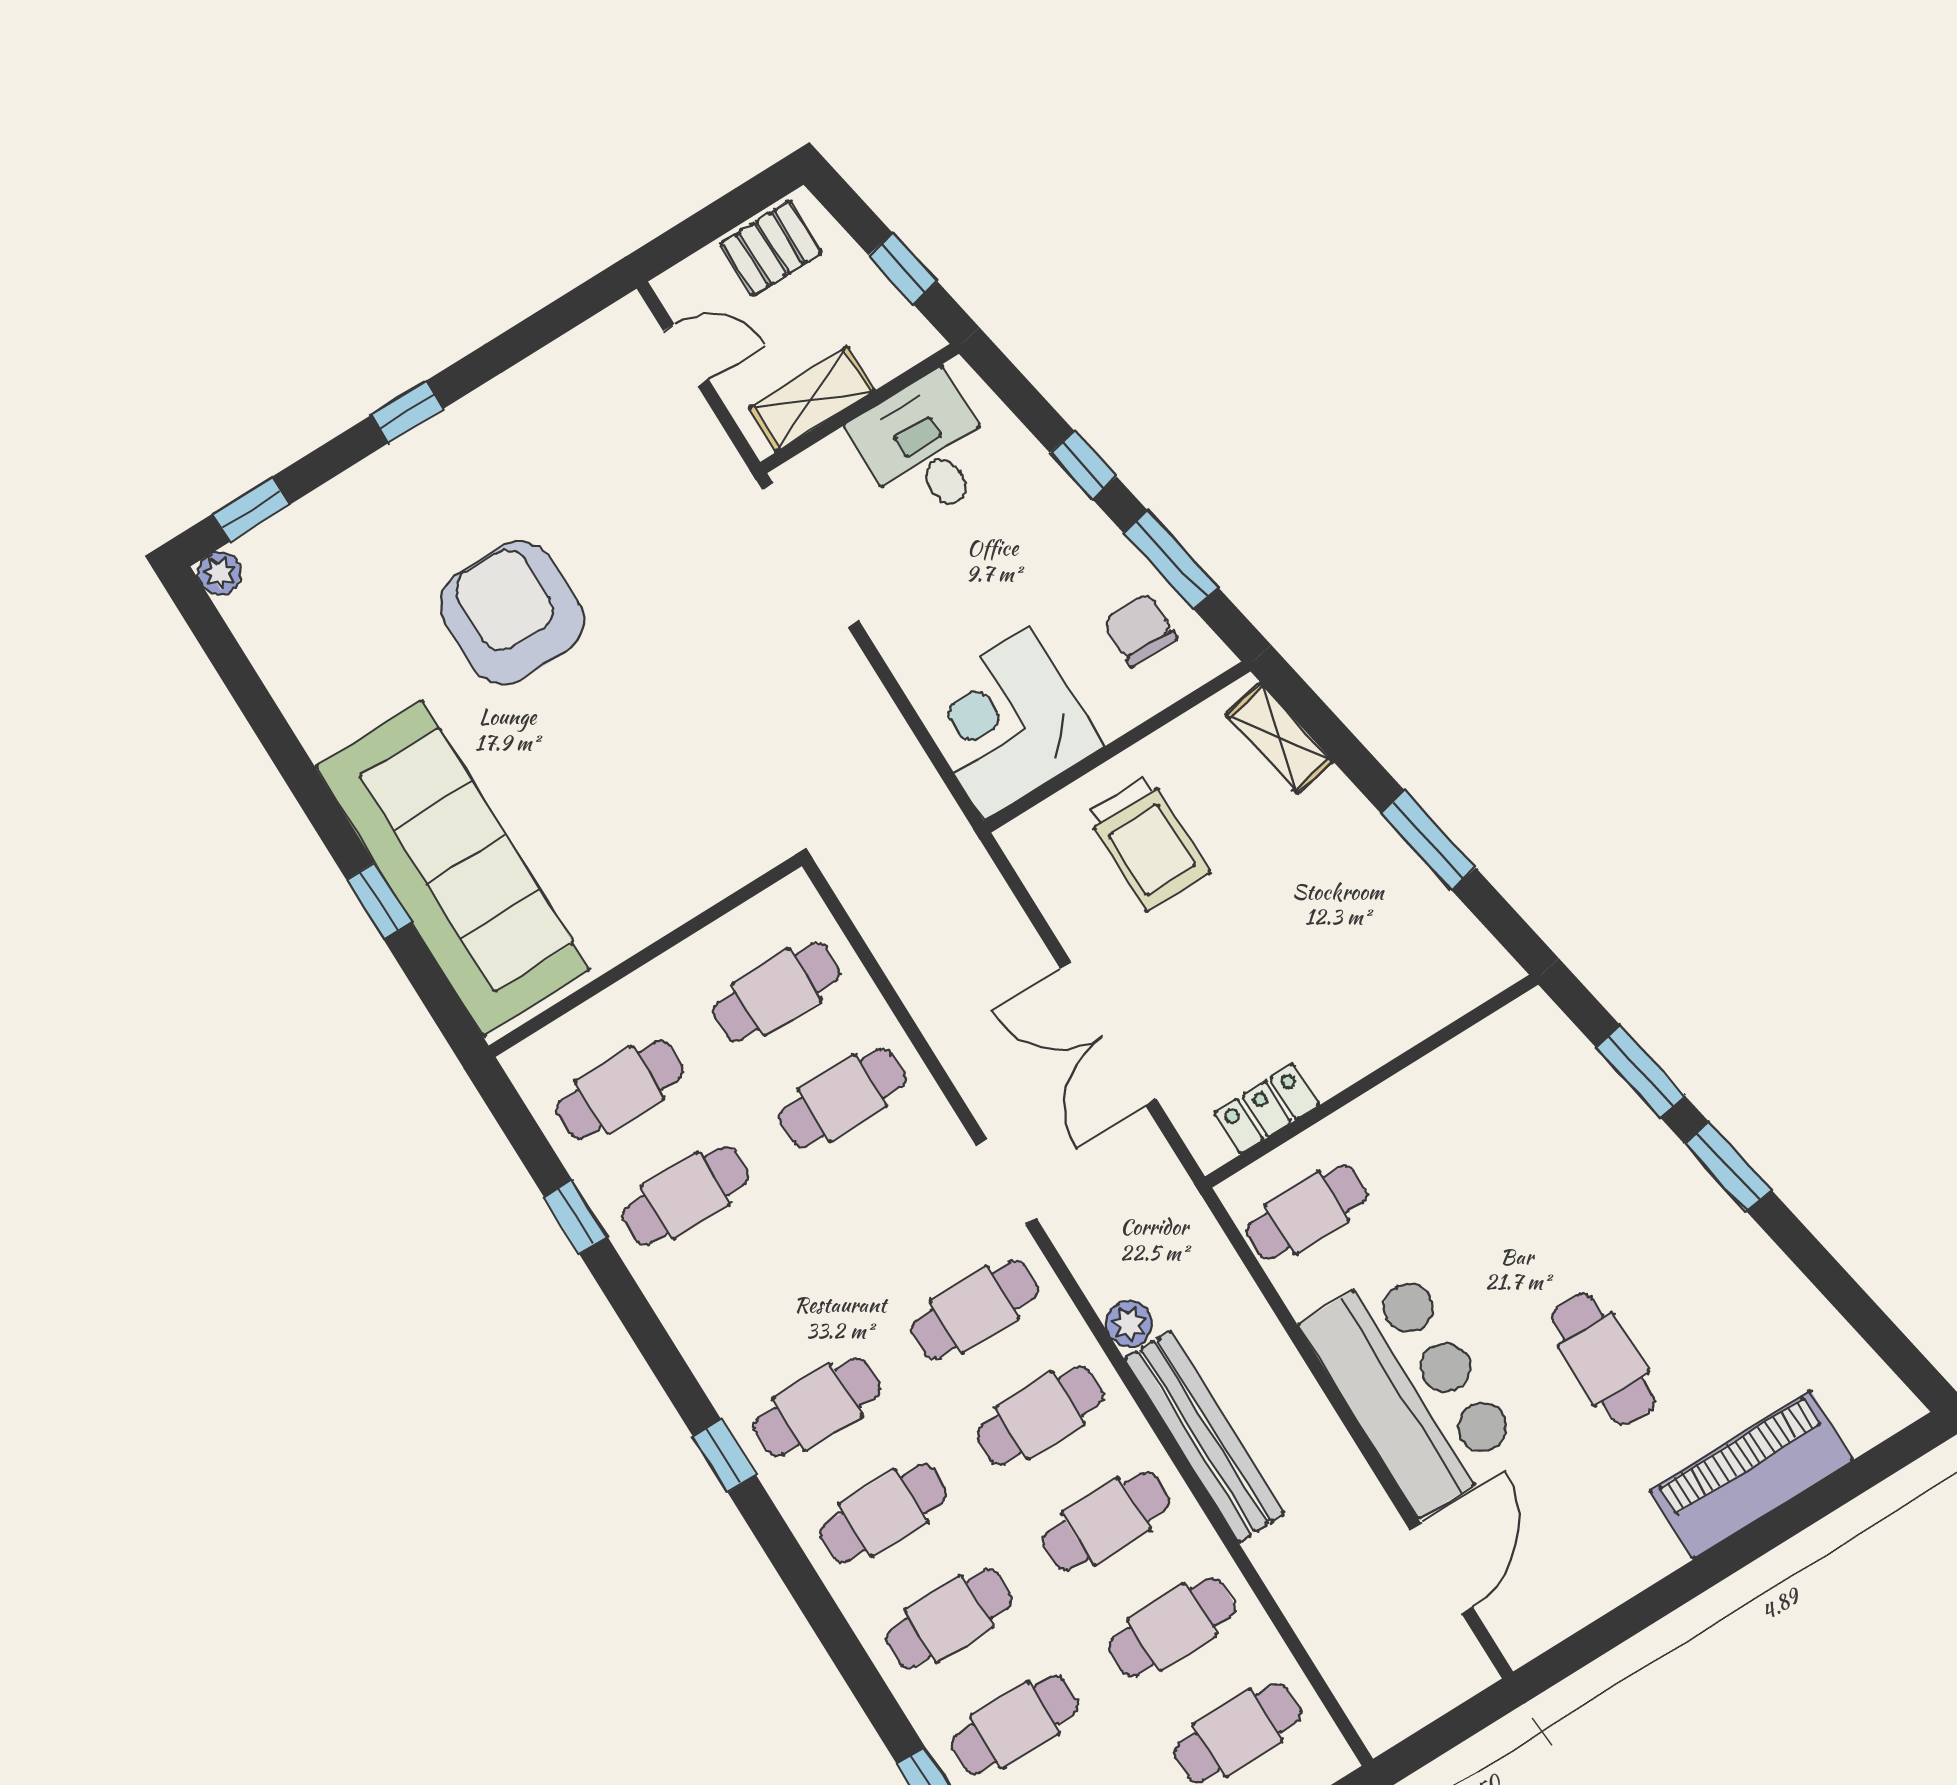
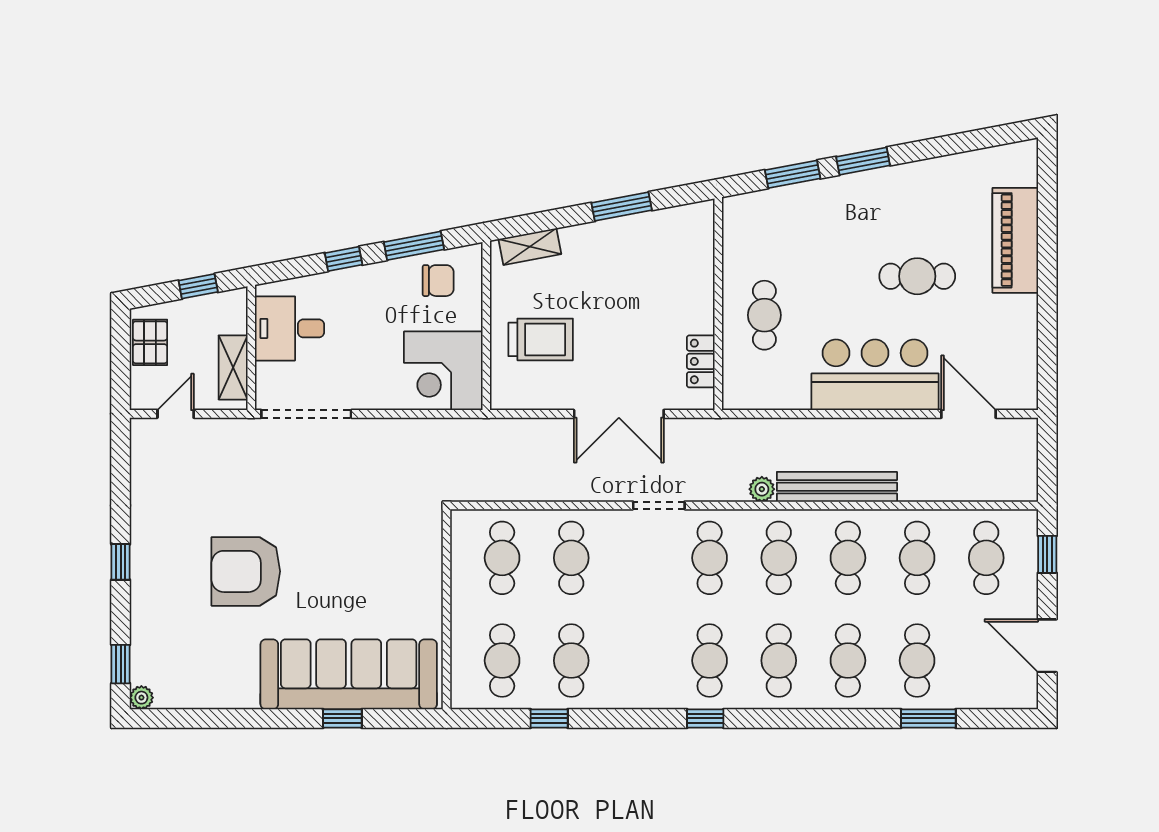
chair: (1140, 630) -> (438, 281), turned 180
cafe table: (1307, 1212) -> (764, 315), moved

